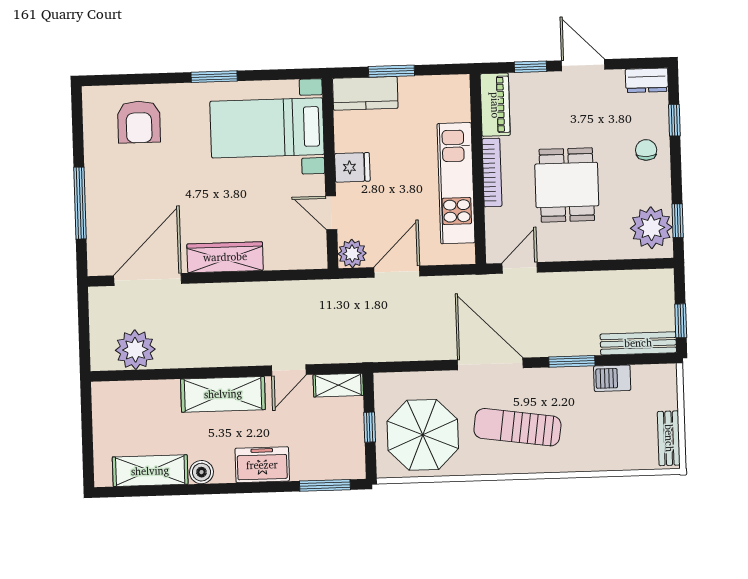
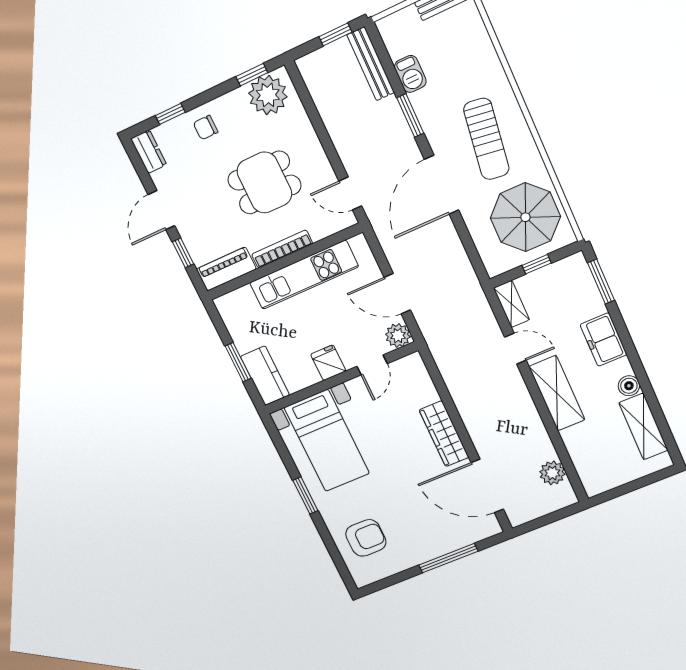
plant: (135, 350) -> (552, 473), width x0.73, depth x0.73

